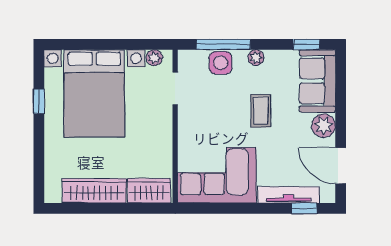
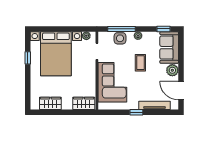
corner sofa: (217, 175) -> (112, 82), moved, turned 90
wardrobe: (94, 191) -> (50, 103), width x0.67
window: (304, 208) -> (136, 112), moved

